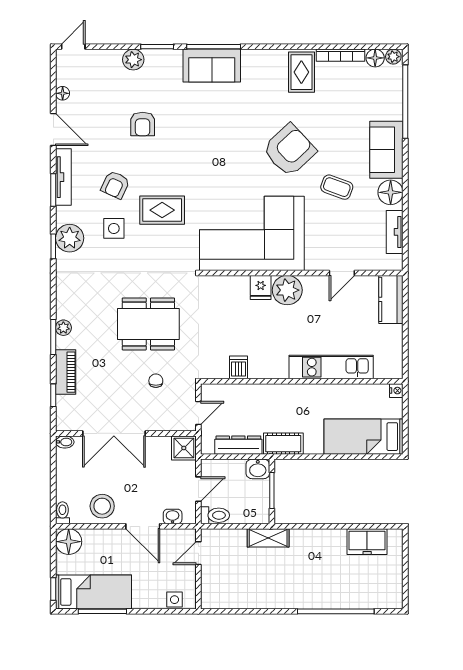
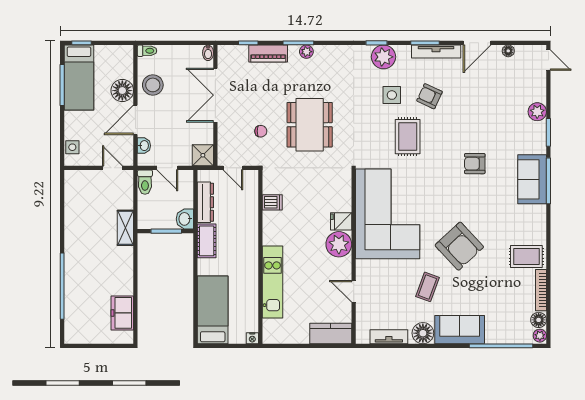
armchair: (143, 124) -> (475, 164), moved
floor lamp: (69, 542) -> (122, 91), moved

